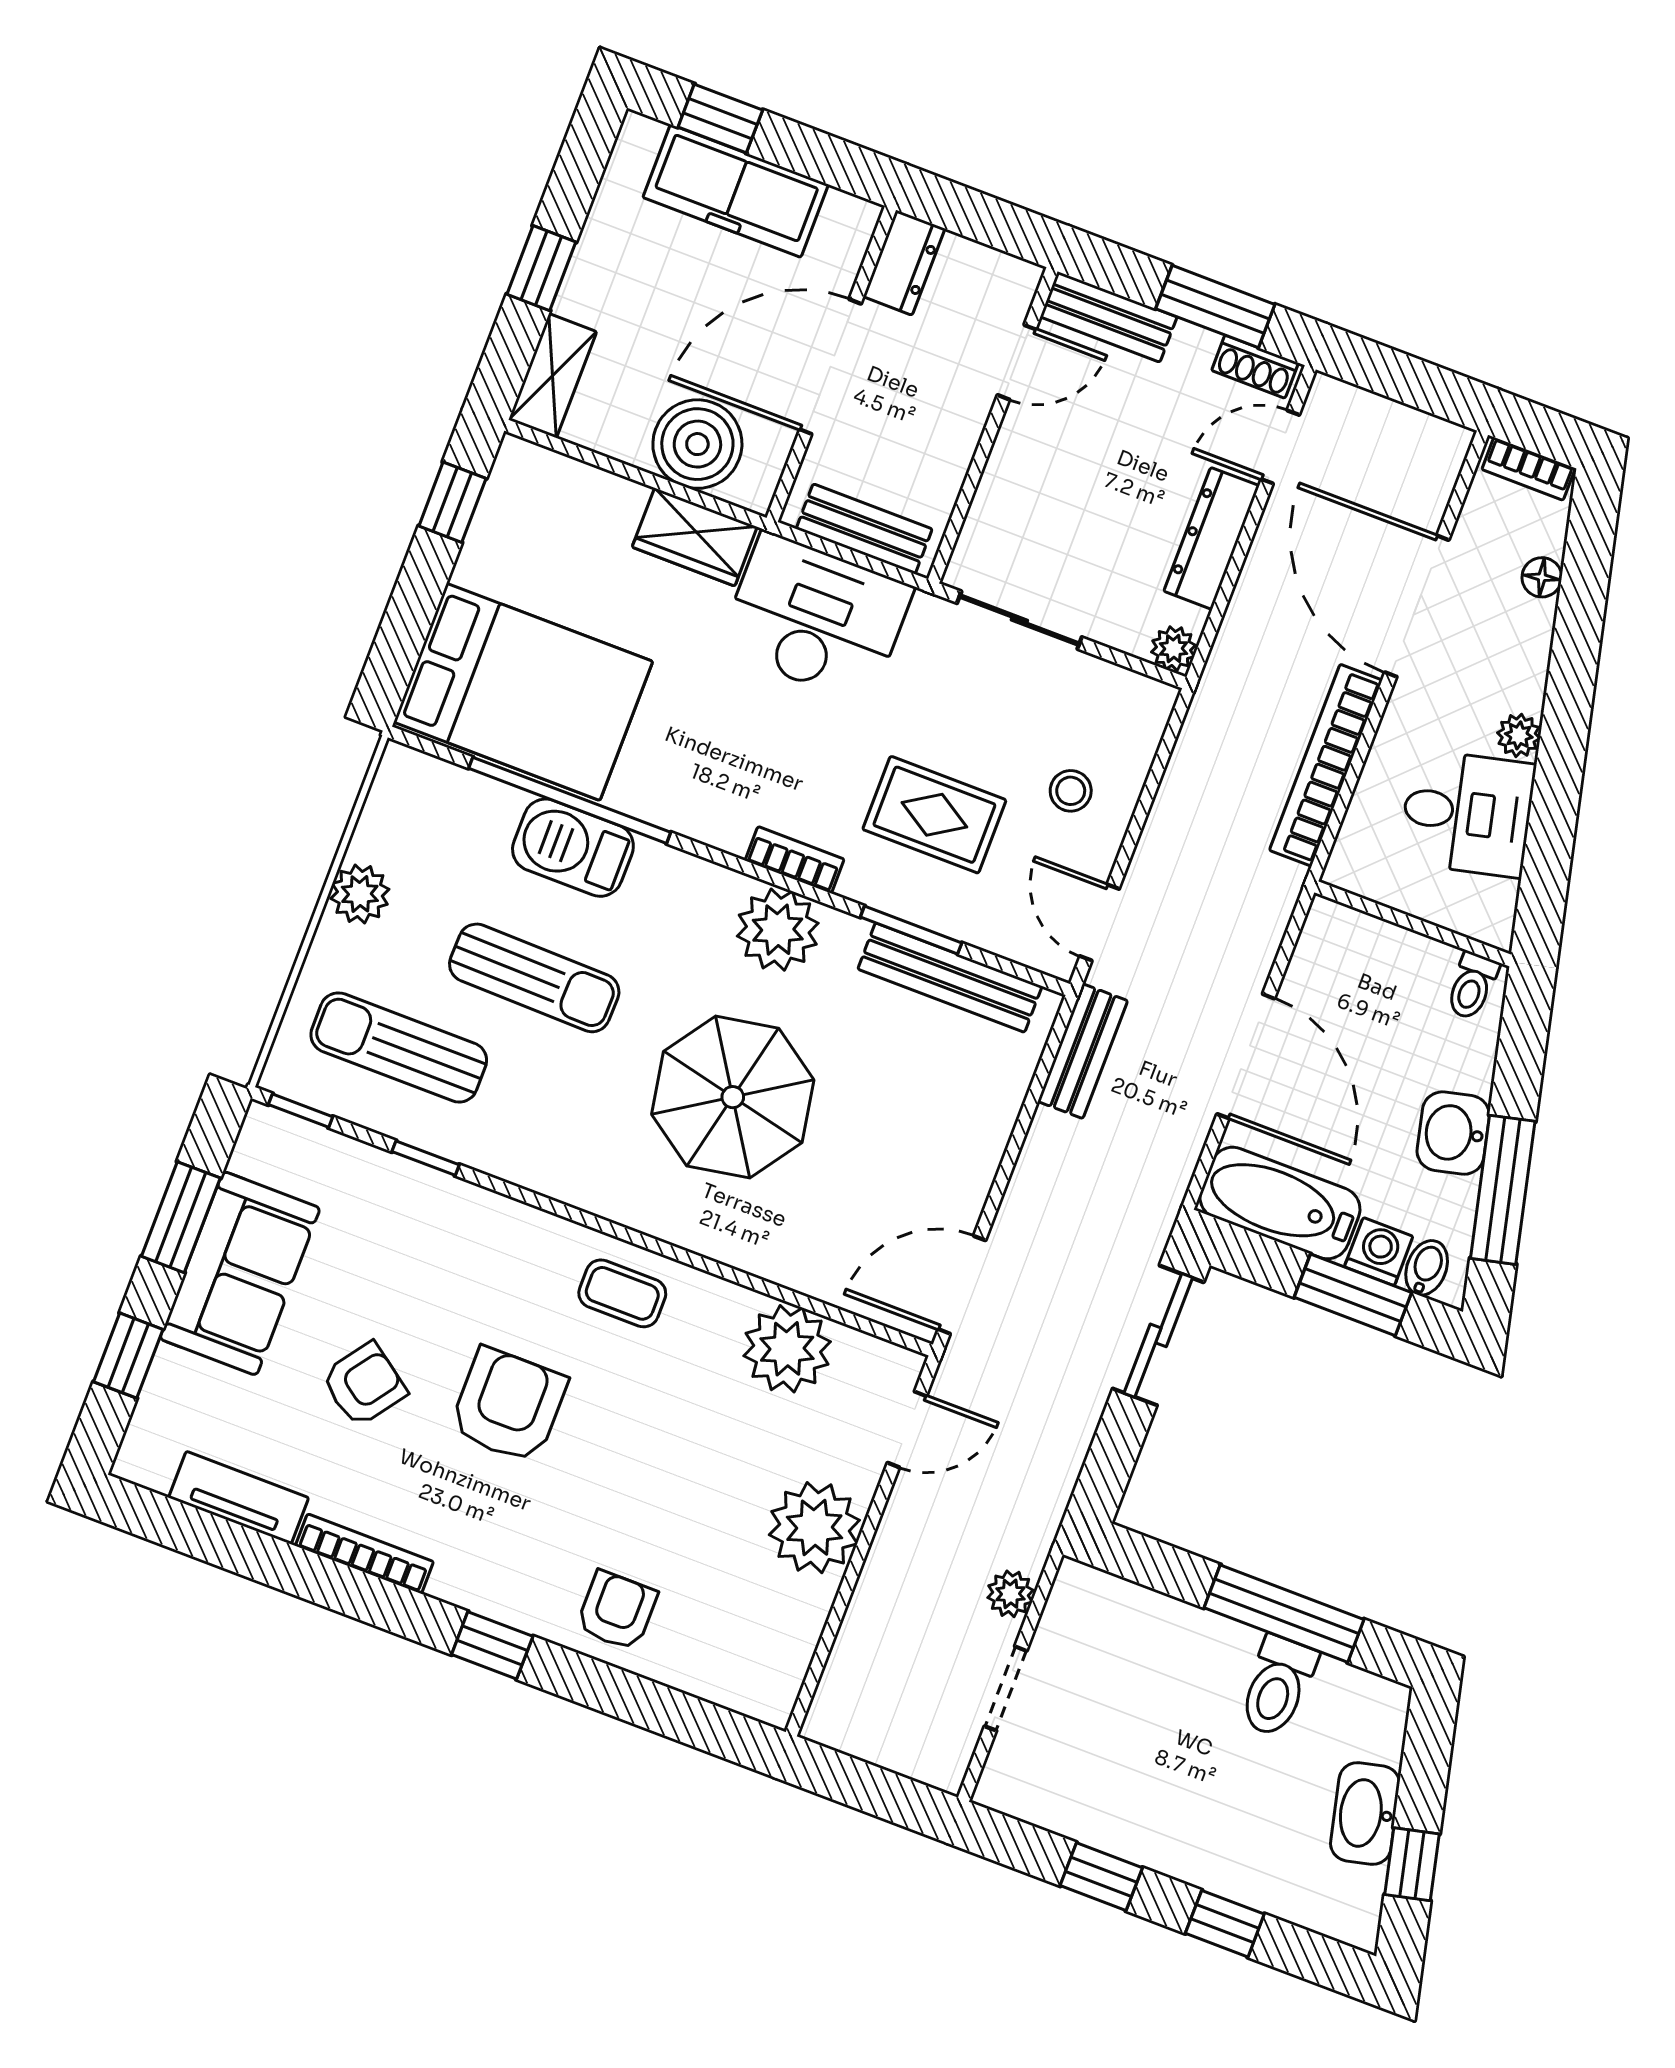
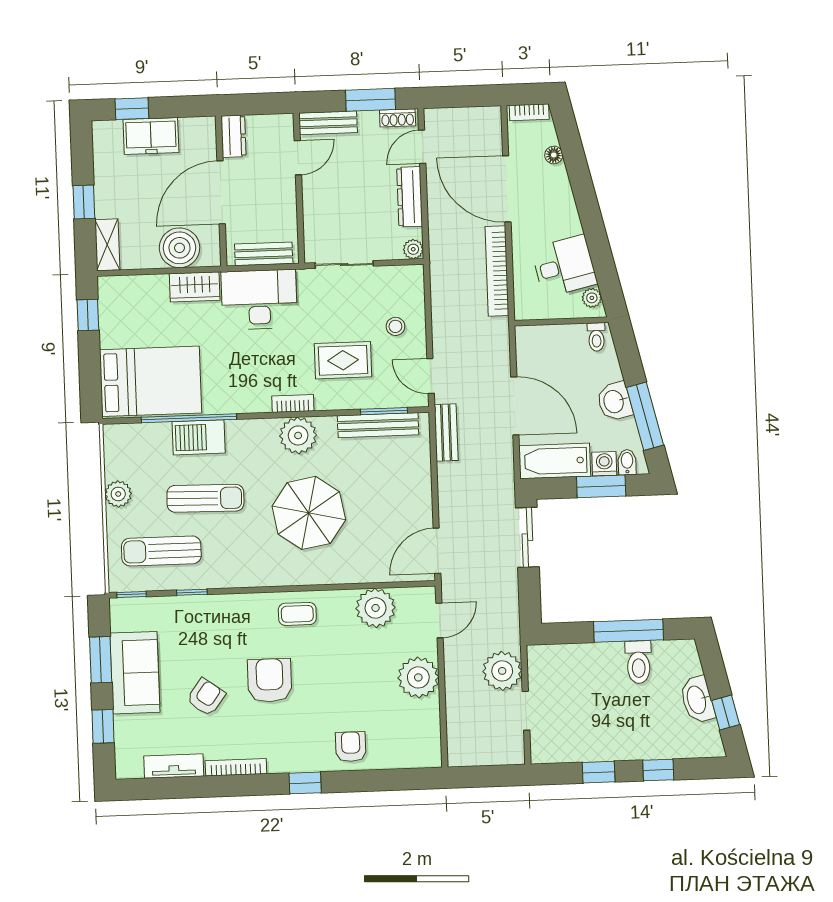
freezer: (736, 191) -> (151, 136), width x0.71
plant: (1519, 735) -> (592, 298), moved
window: (911, 930) -> (384, 411), moved
plant: (1010, 1594) -> (502, 671), width x1.87, depth x1.87

